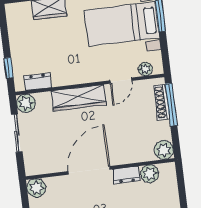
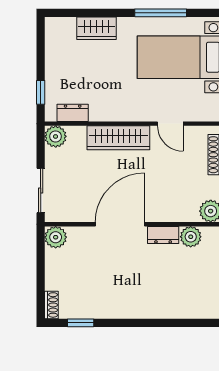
plant: (145, 69) -> (201, 114), removed
door: (121, 81) -> (170, 124), hinge flipped
sliding door: (17, 133) -> (41, 191), moved

